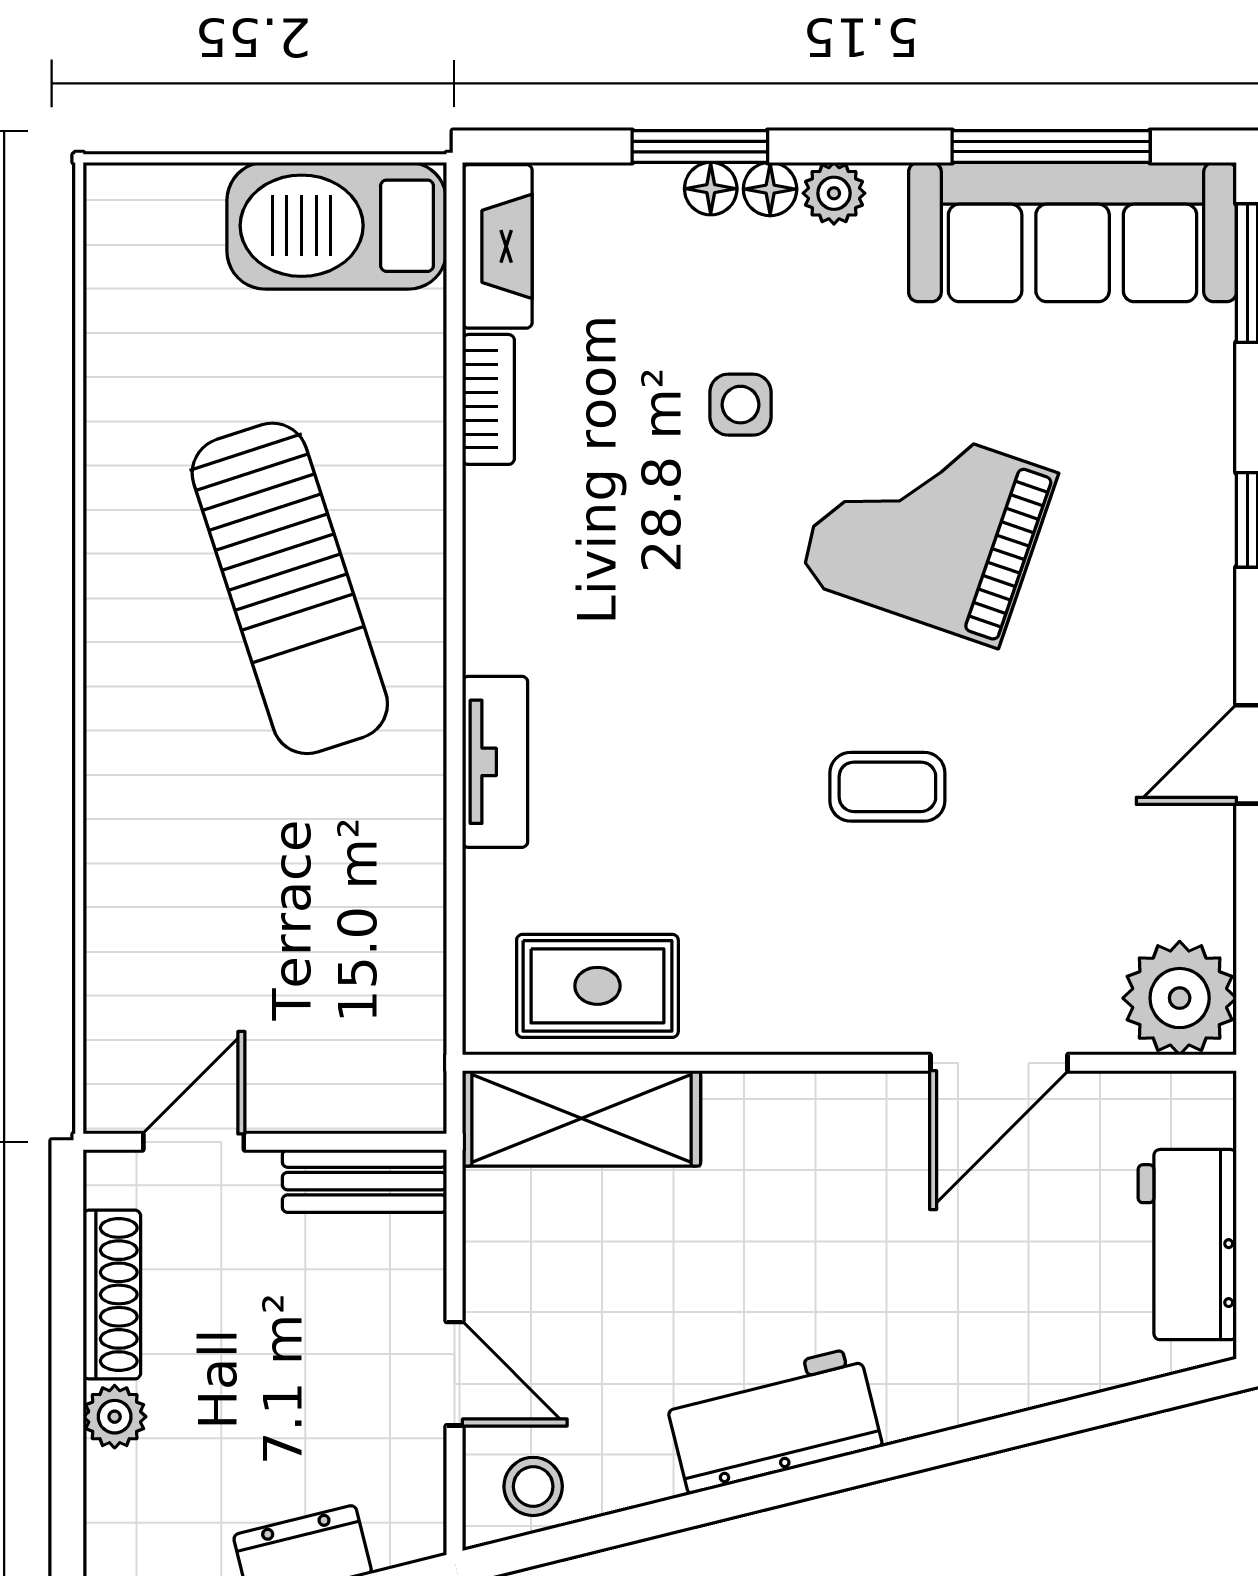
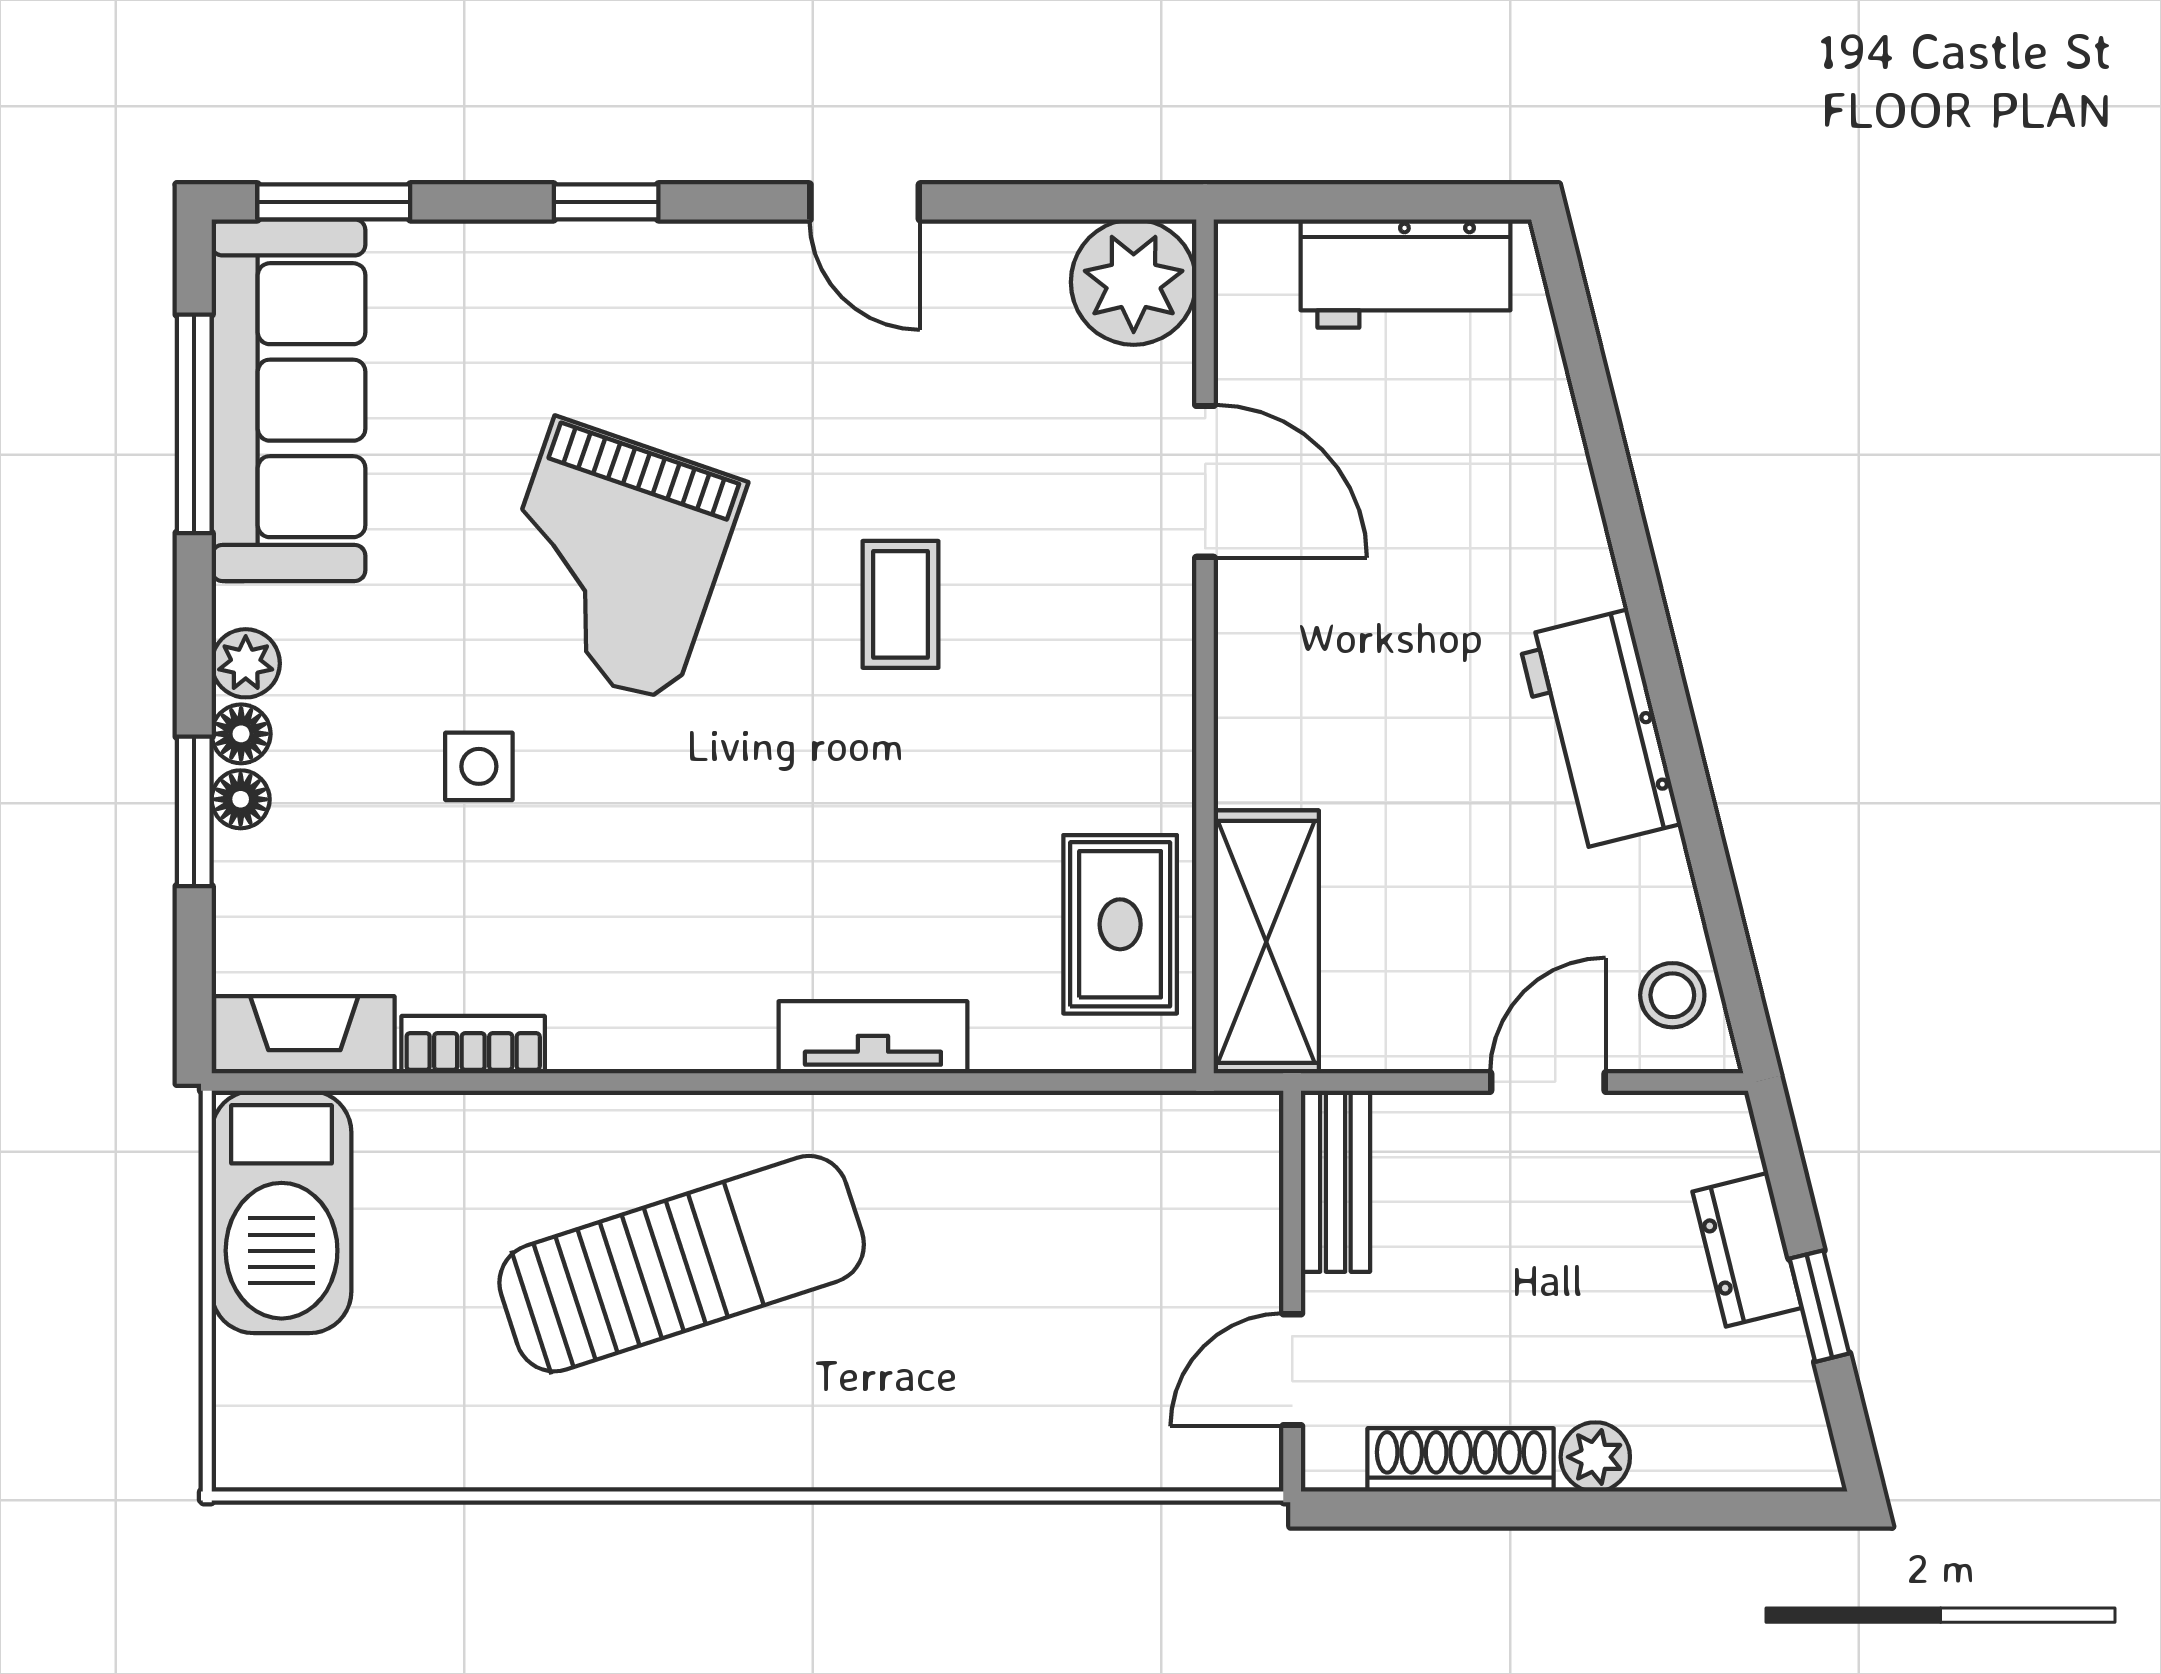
door: (194, 1142) -> (1292, 1370), hinge flipped

